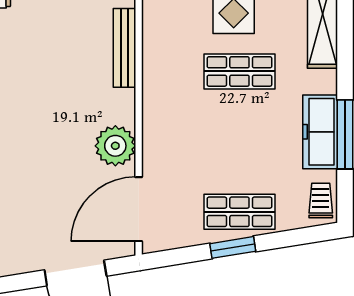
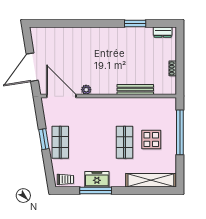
freezer: (320, 132) -> (97, 179), width x0.71
plant: (115, 146) -> (86, 90), width x0.53, depth x0.53

